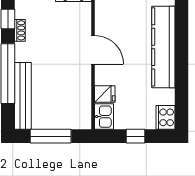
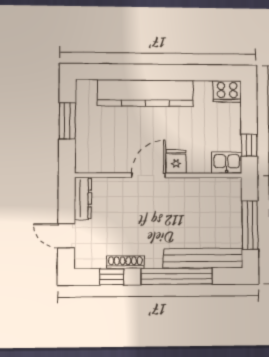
shoe rack: (20, 30) -> (125, 262), width x1.43
fridge: (105, 94) -> (176, 162), moved
window: (135, 136) -> (249, 145), moved

